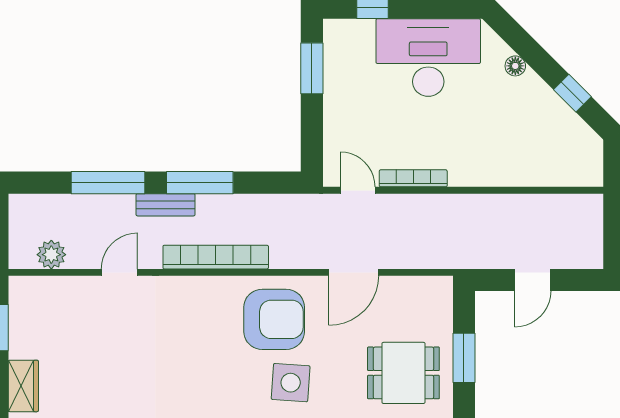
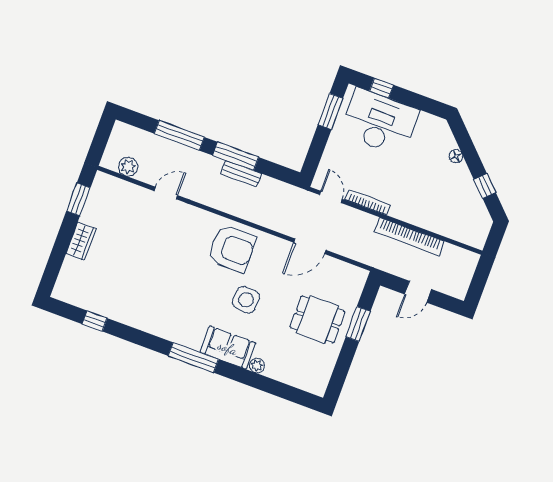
desk: (428, 57) -> (380, 122), moved
bench: (166, 205) -> (241, 174), moved
bookcase: (216, 257) -> (409, 236), moved, turned 180
armchair: (274, 319) -> (232, 248), moved

